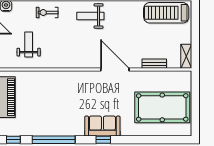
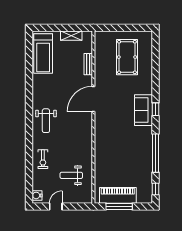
shelving: (186, 56) -> (71, 36), moved
pool table: (162, 107) -> (127, 57), width x0.73, depth x0.76

